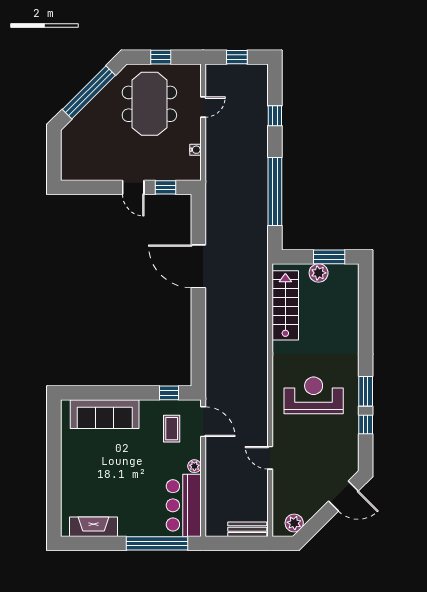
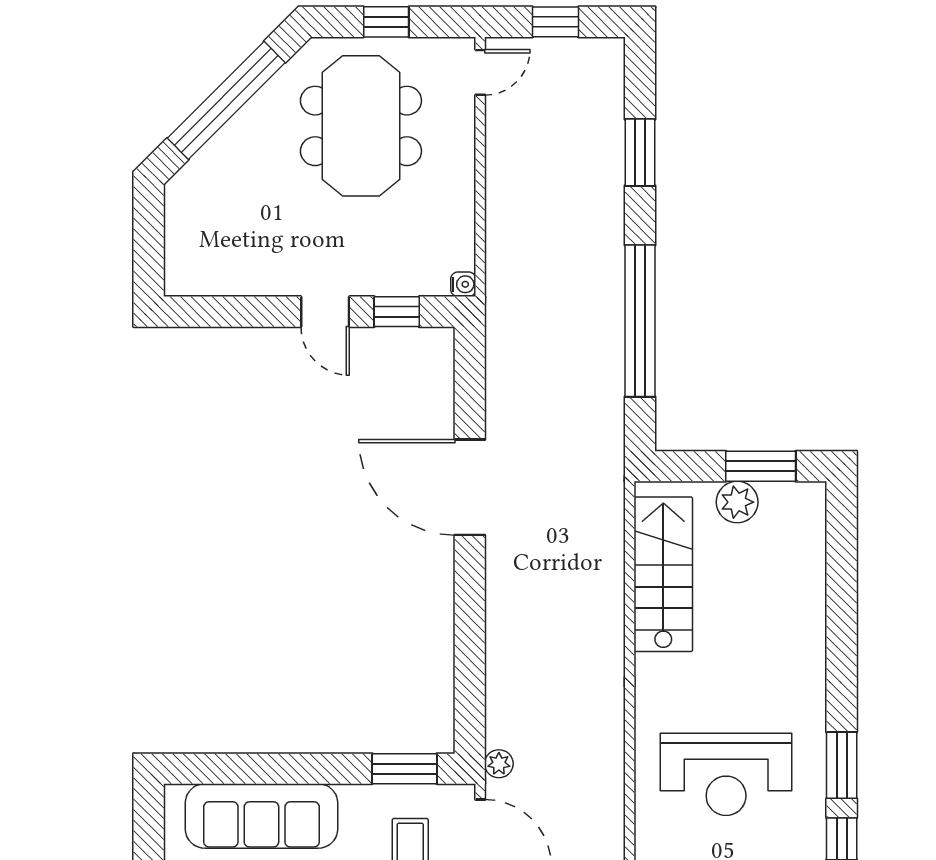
door: (203, 107) -> (480, 72), moved
window: (275, 116) -> (640, 152), width x1.50
water cooler: (195, 150) -> (463, 284), moved
plant: (211, 391) -> (499, 764), added
window: (169, 393) -> (405, 769), width x1.50
reception desk: (314, 395) -> (726, 774), turned 180

